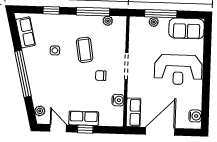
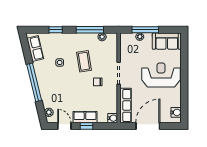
reception desk: (178, 70) -> (161, 75), turned 180
water cooler: (118, 100) -> (113, 118), moved
row of seats: (133, 112) -> (125, 105), width x1.48

